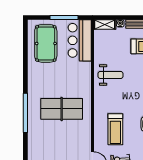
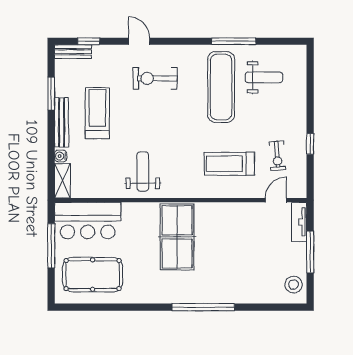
table tennis table: (62, 109) -> (177, 237), moved
treadmill: (115, 129) -> (229, 164), turned 180

